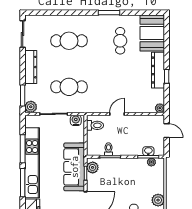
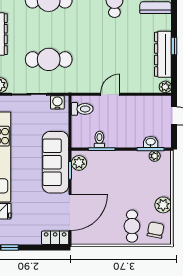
dresser: (158, 70) -> (163, 54), moved

